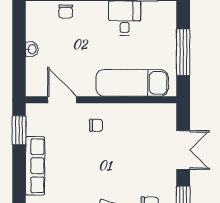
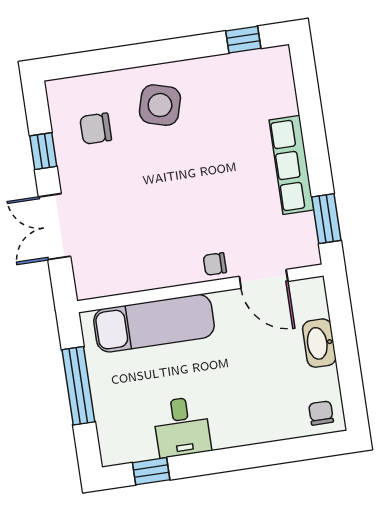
chair: (66, 12) -> (321, 413), moved
washbasin: (32, 49) -> (319, 343), width x1.91, depth x1.45
chair: (96, 125) -> (215, 264), moved

